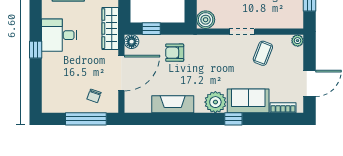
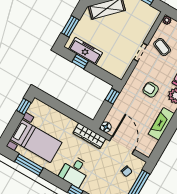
boiler: (206, 20) -> (119, 71), removed
window: (151, 29) -> (112, 96), moved
armchair: (175, 53) -> (151, 90), moved, turned 93

